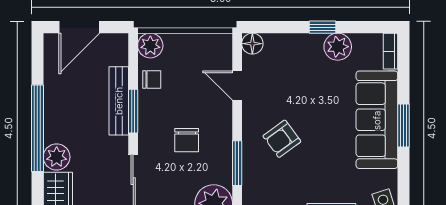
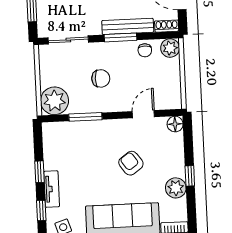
shoe rack: (121, 49) -> (167, 26), added
armchair: (282, 139) -> (131, 163), moved
chair: (187, 140) -> (101, 78), turned 180

